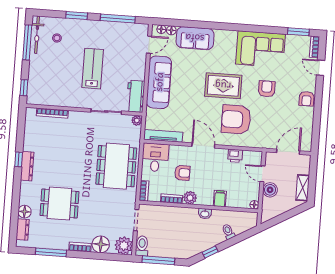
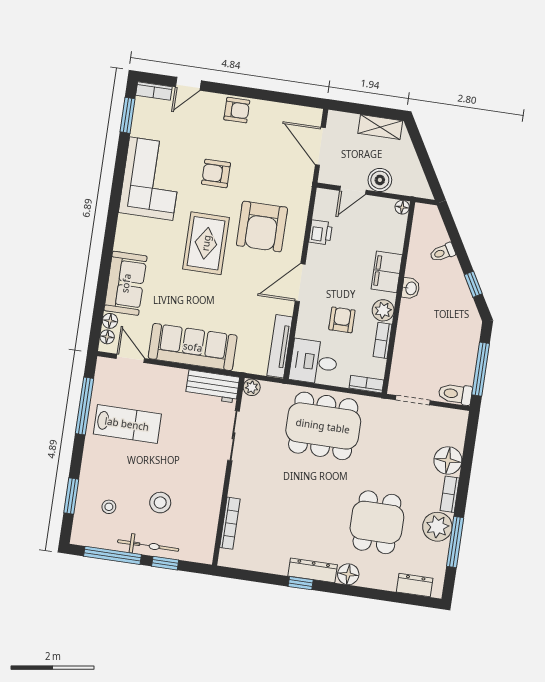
window: (77, 15) -> (71, 496), moved
bicycle: (37, 35) -> (148, 546), moved
stool: (62, 69) -> (160, 503), added
lab bench: (93, 69) -> (127, 424), moved, turned 180
window: (24, 88) -> (165, 563), moved
filing cabinet: (220, 199) -> (387, 272), width x2.00
floor lamp: (25, 212) -> (348, 574), moved
plant: (124, 246) -> (437, 527), moved

